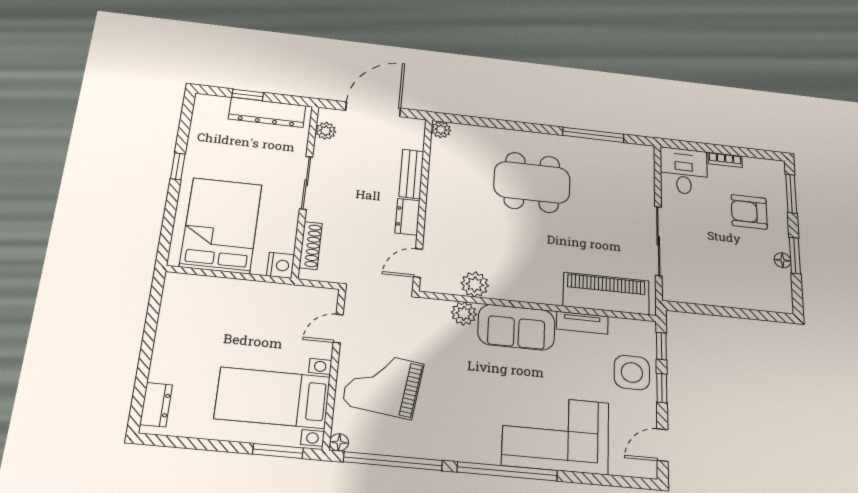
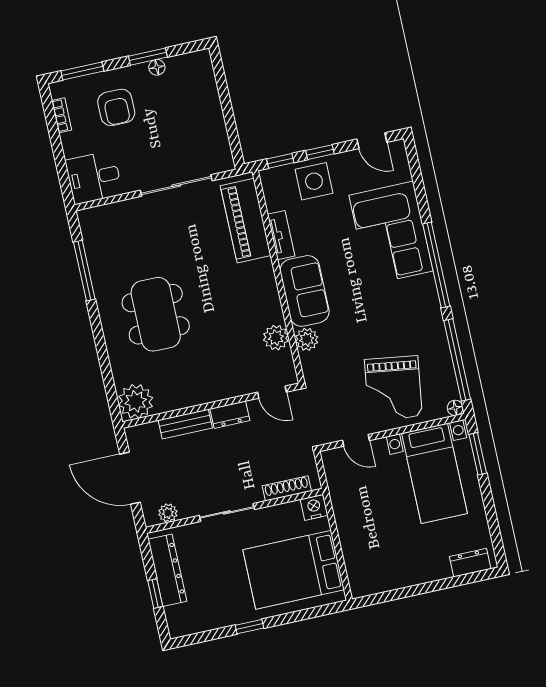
plant: (441, 130) -> (136, 401), width x1.87, depth x1.87
bookcase: (725, 160) -> (62, 115), moved

